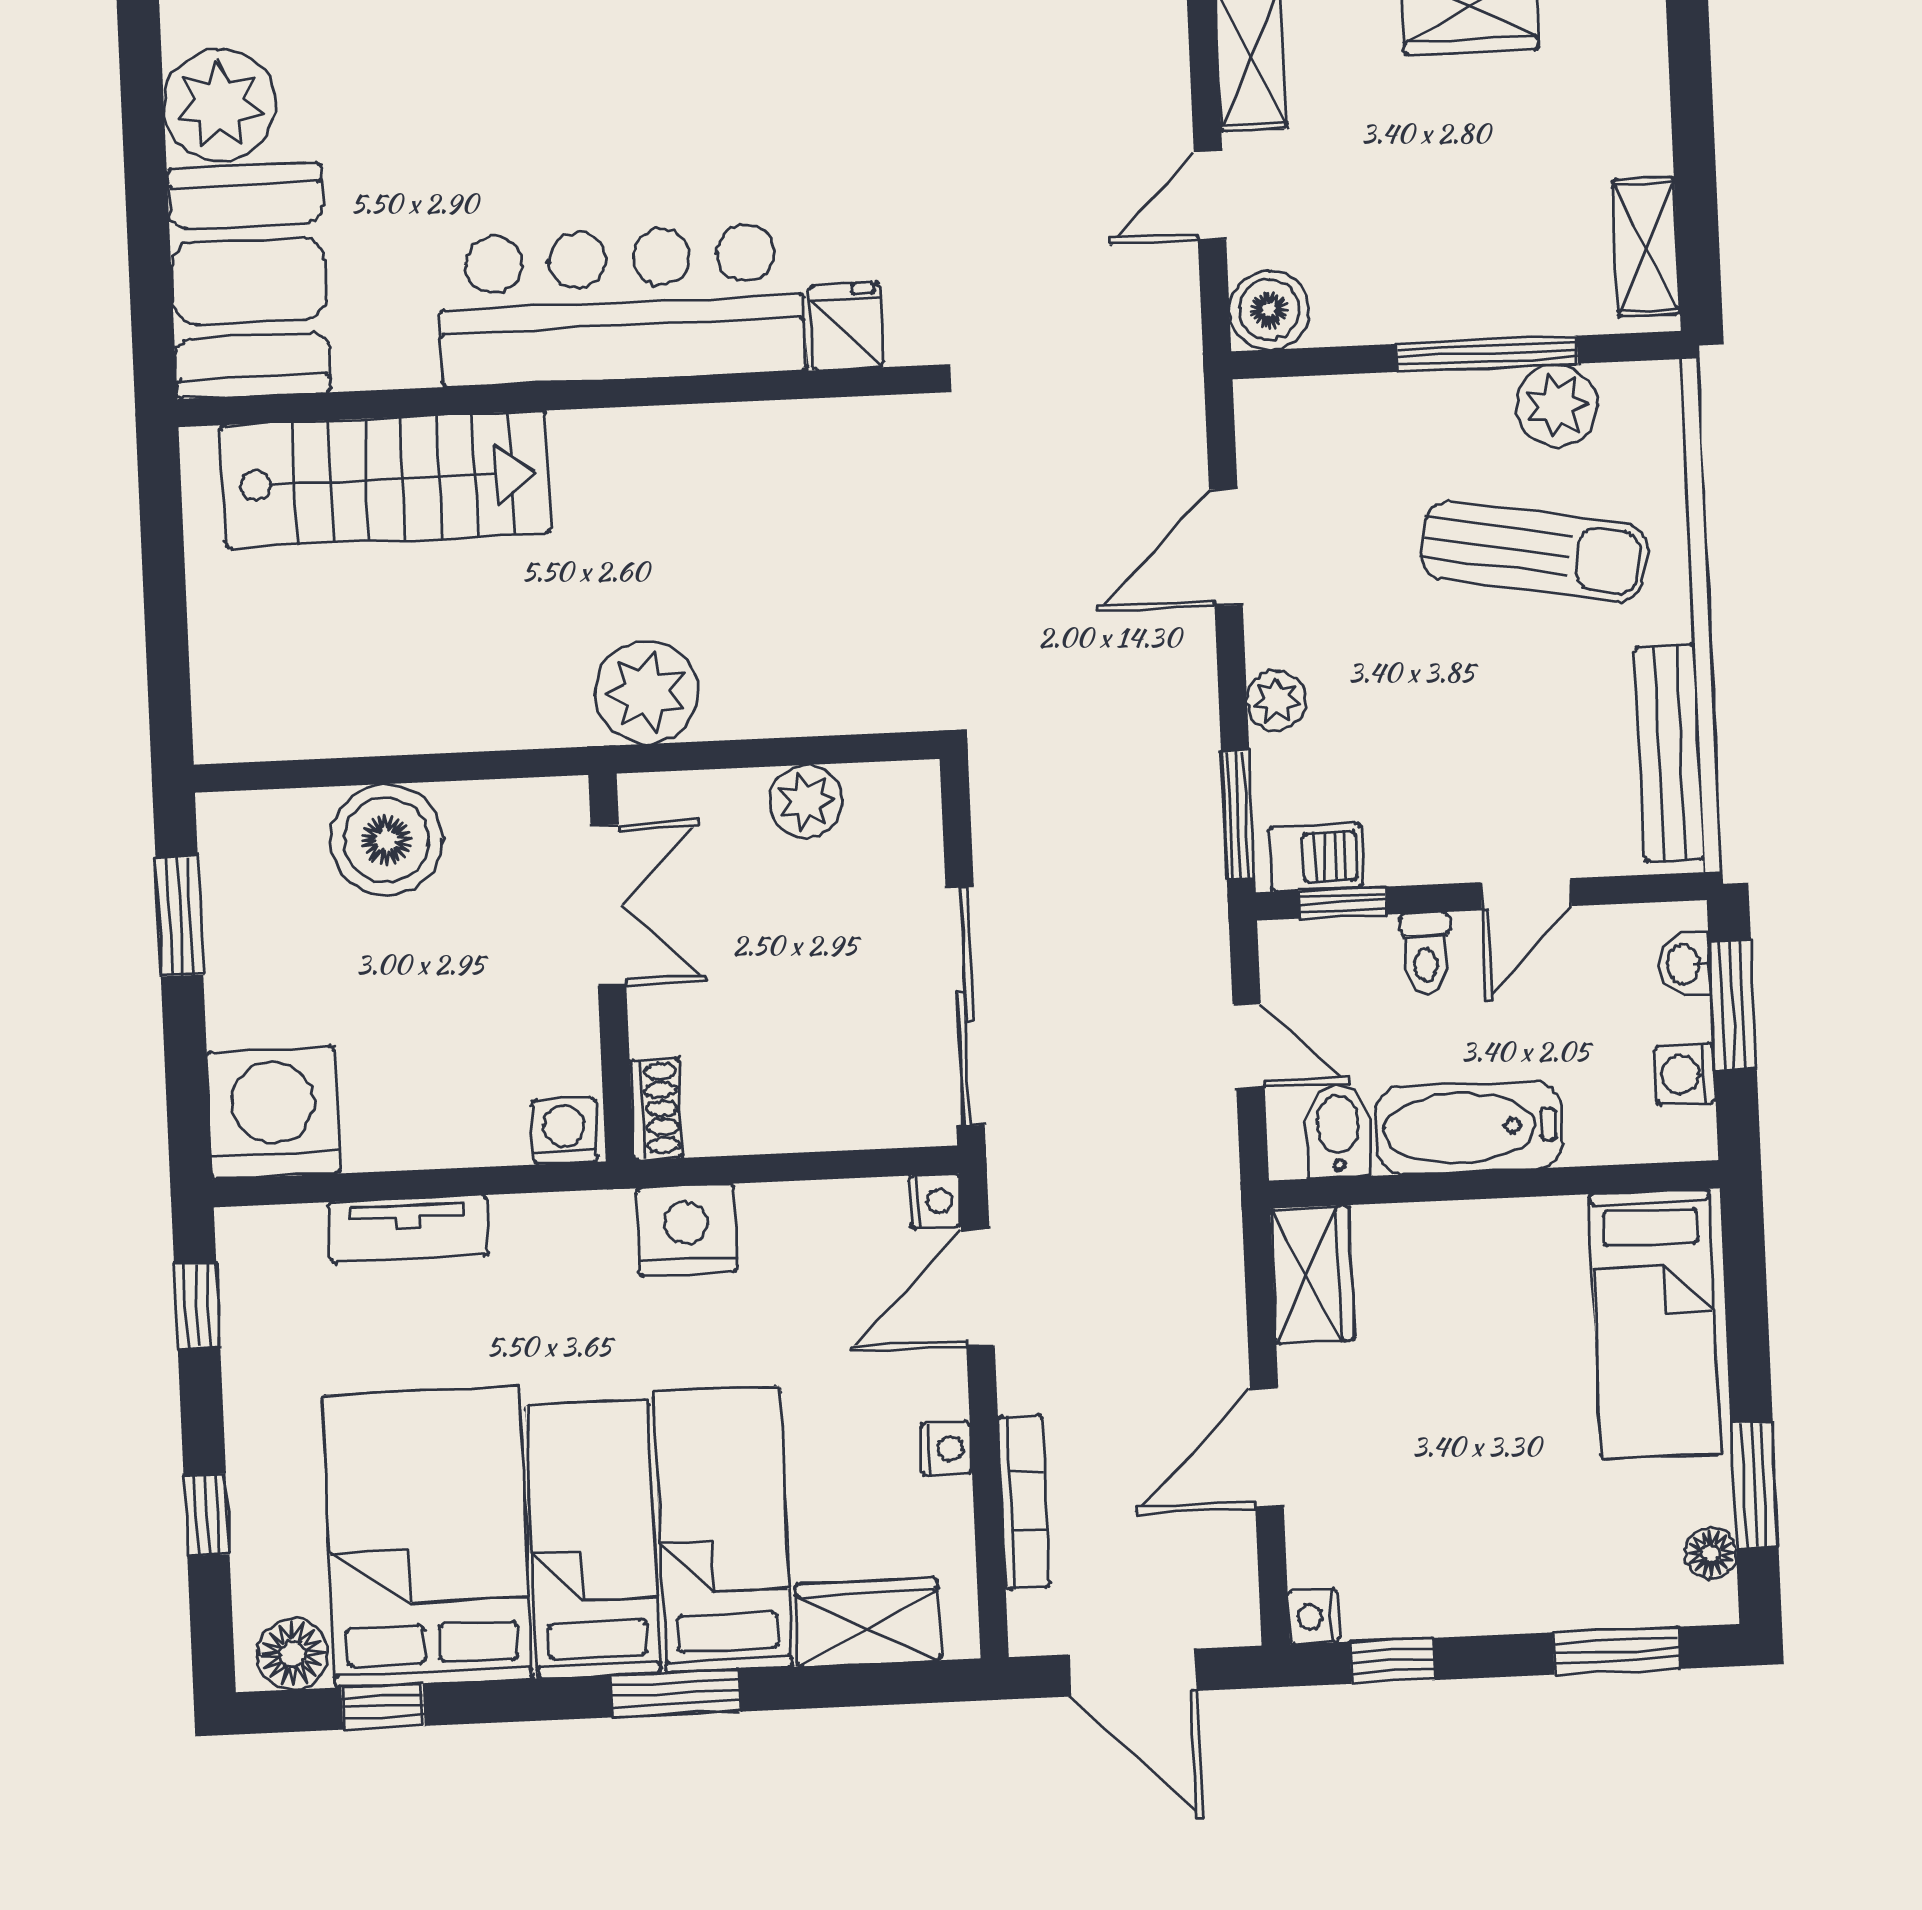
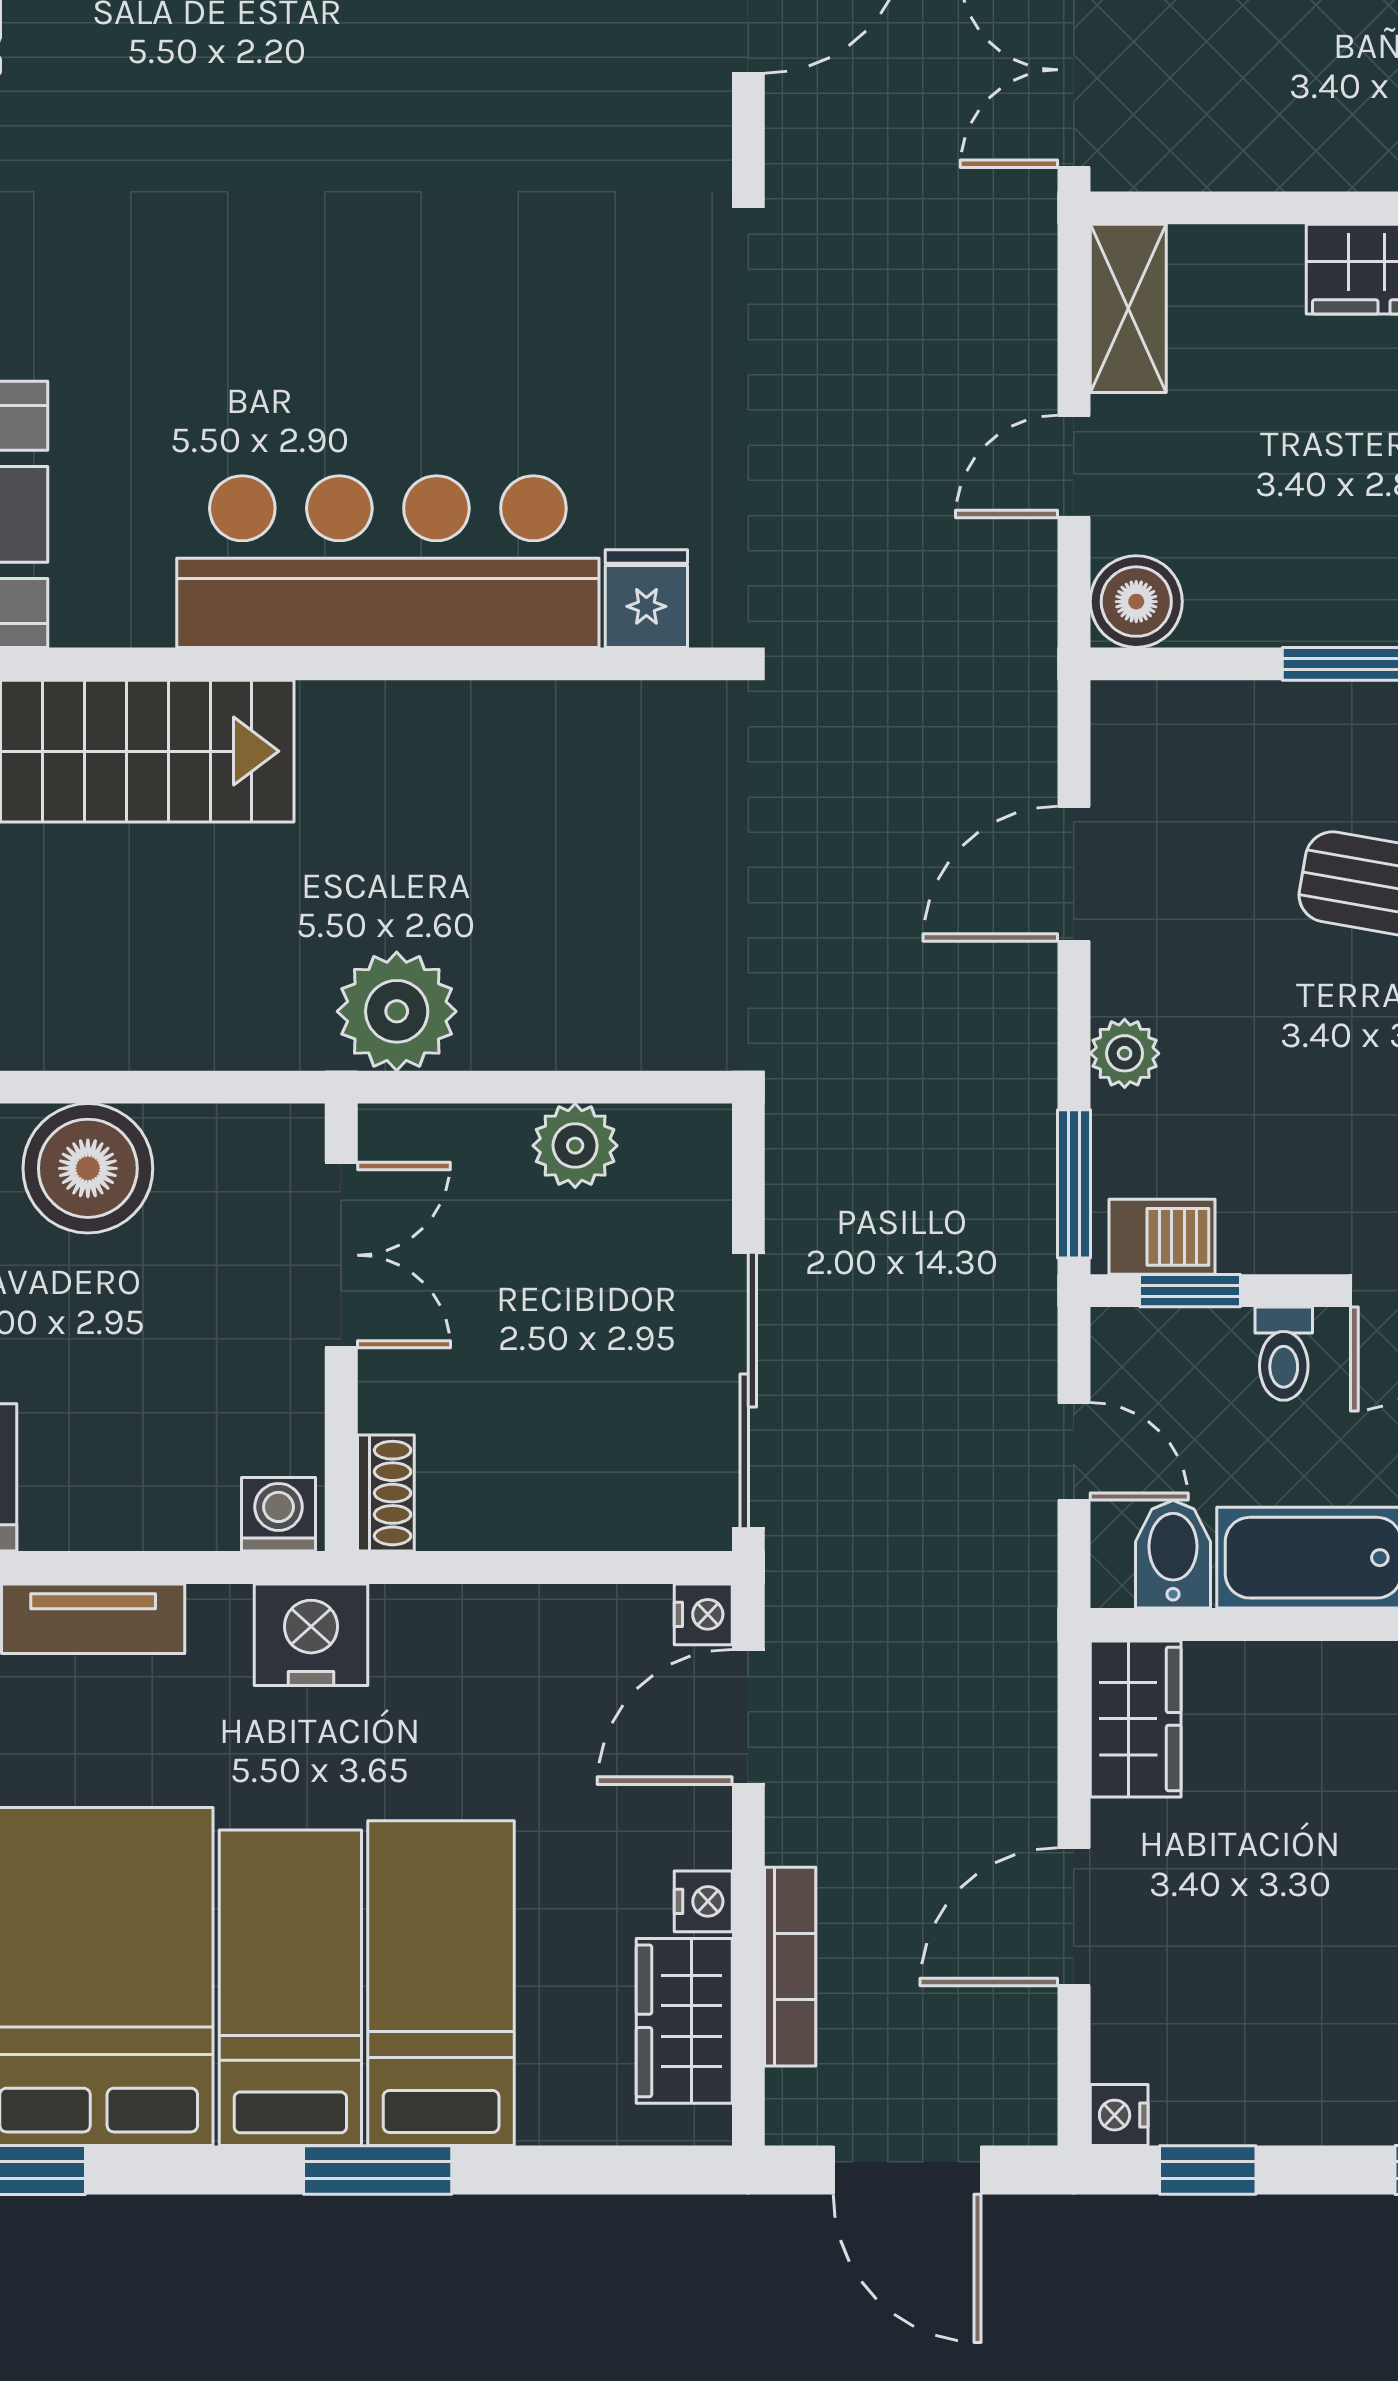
nightstand: (686, 1230) -> (311, 1635), moved
wardrobe: (868, 1622) -> (684, 2021), moved, turned -90

